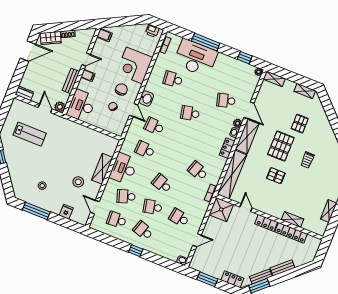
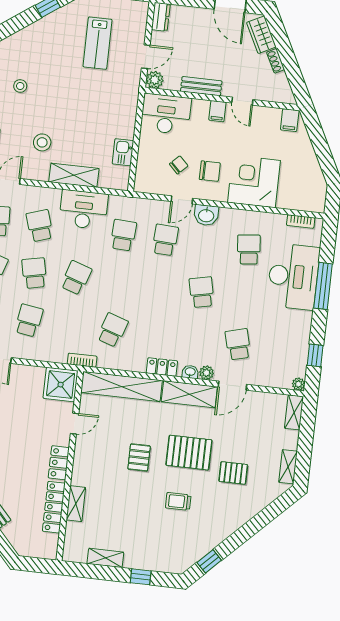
printer: (152, 31) -> (318, 195), removed
kitchen sink: (97, 137) -> (123, 152), added

